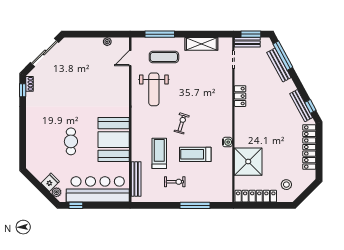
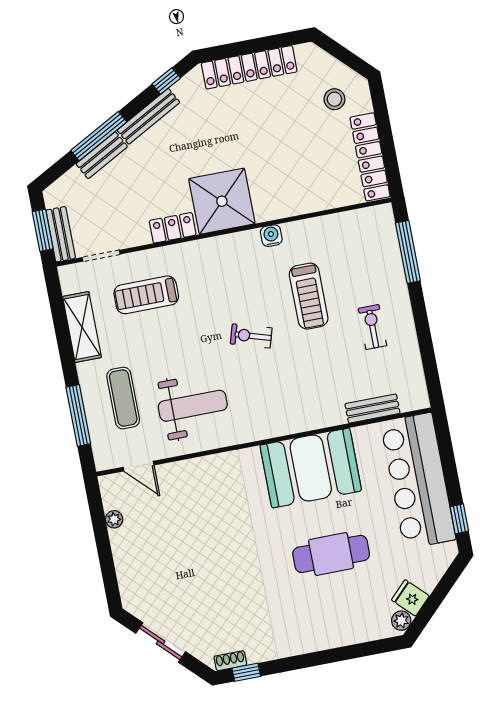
sliding door: (44, 52) -> (161, 642), width x0.73
window: (283, 56) -> (99, 136), moved
bench: (279, 65) -> (102, 155), width x0.73
bench: (301, 106) -> (149, 116), moved
cafe table: (71, 141) -> (331, 554), width x1.37, depth x1.35
treadmill: (159, 153) -> (146, 295), moved
shower: (248, 162) -> (222, 201), moved
bench: (136, 179) -> (372, 409), width x0.73
fridge: (50, 182) -> (410, 598), moved
plant: (56, 192) -> (401, 621), moved
window: (195, 205) -> (408, 252), moved

